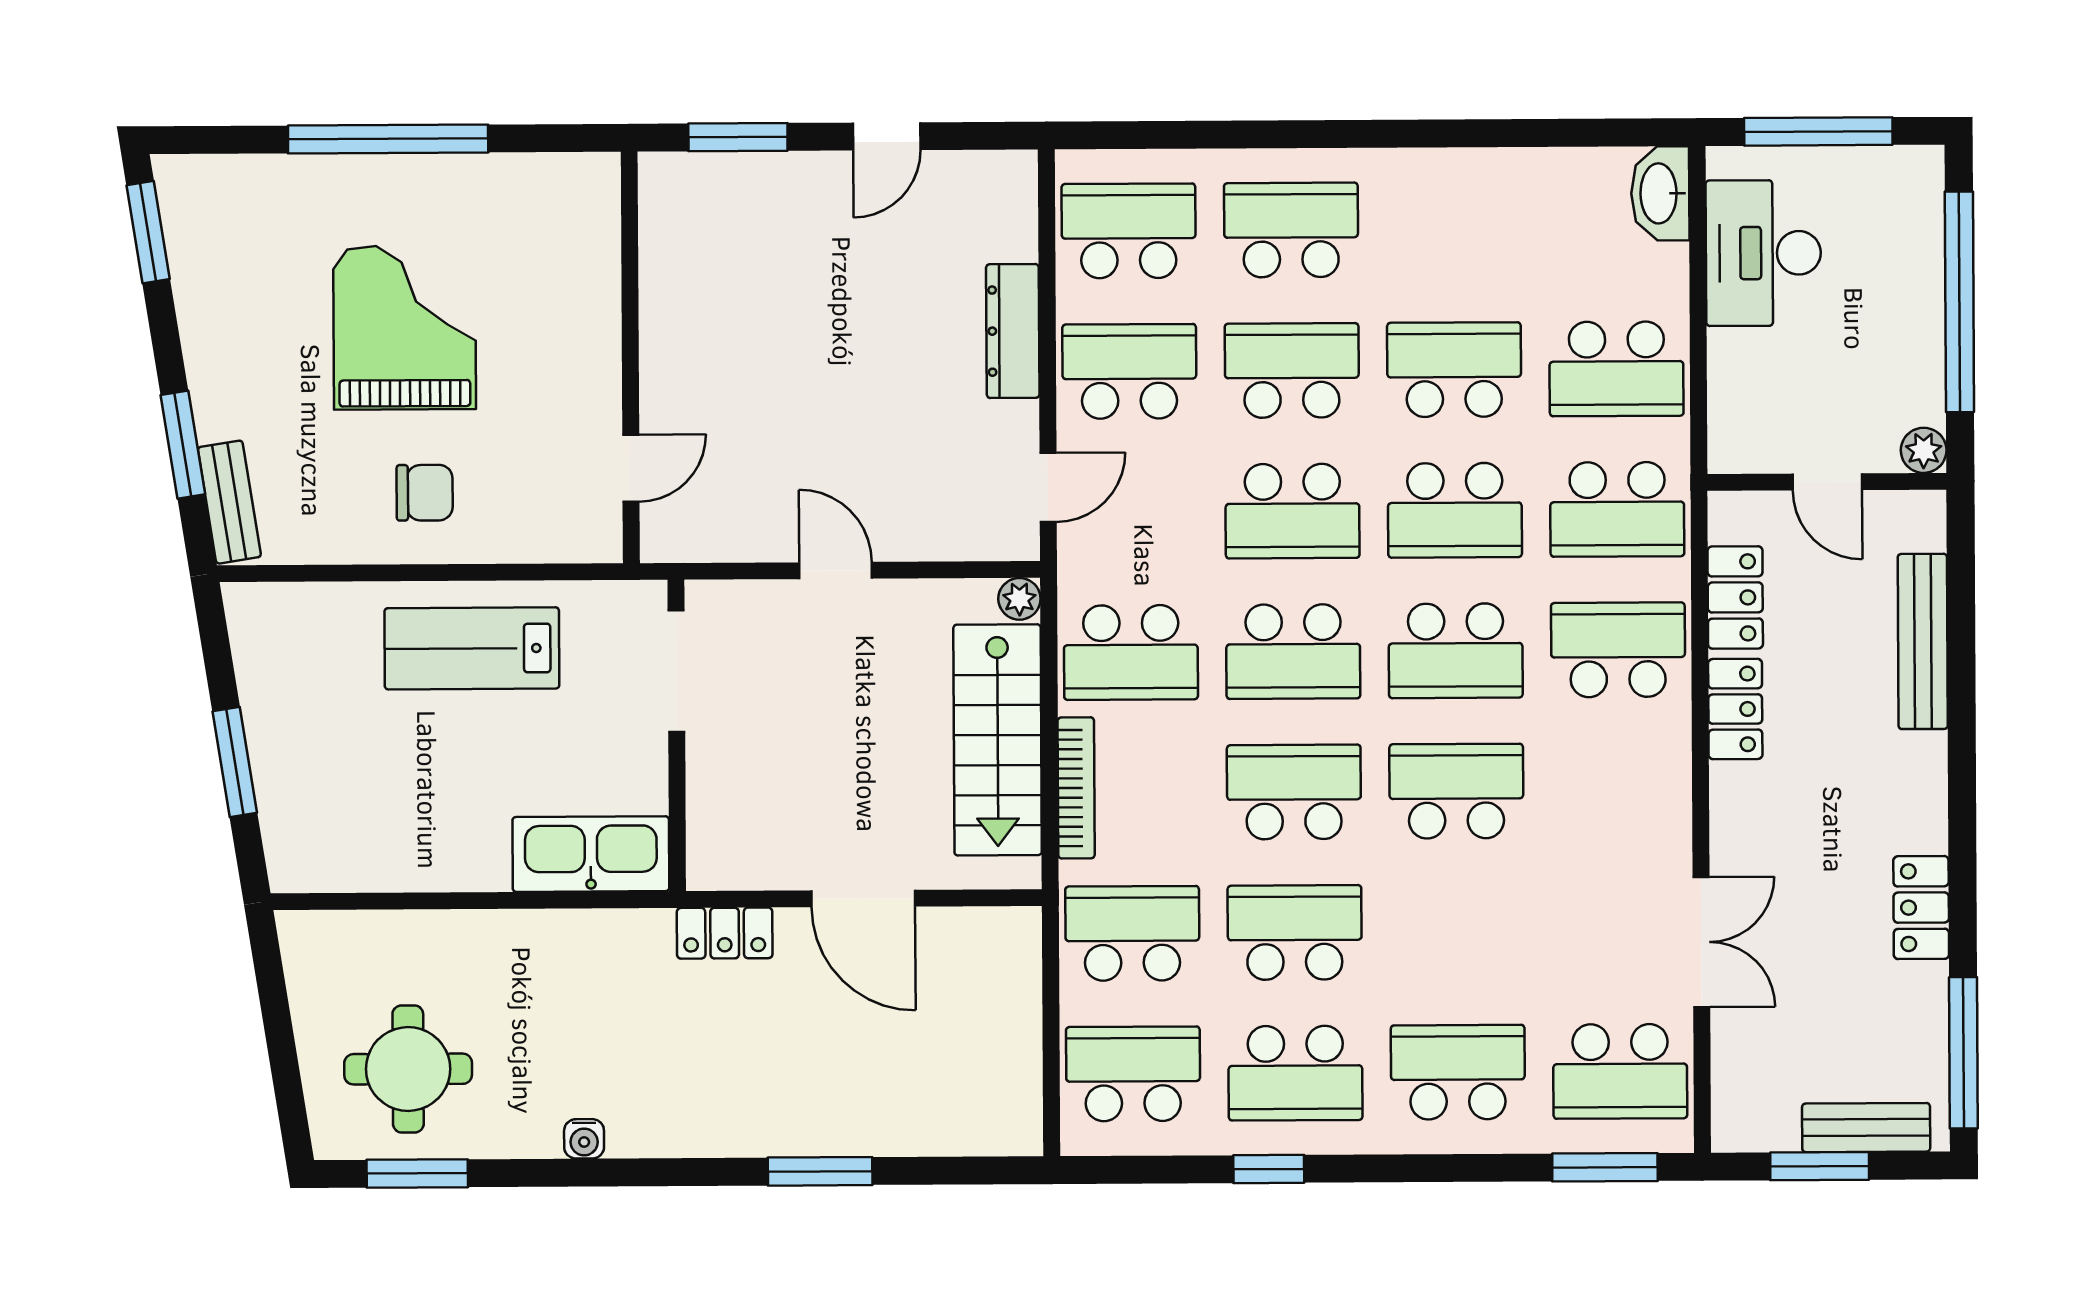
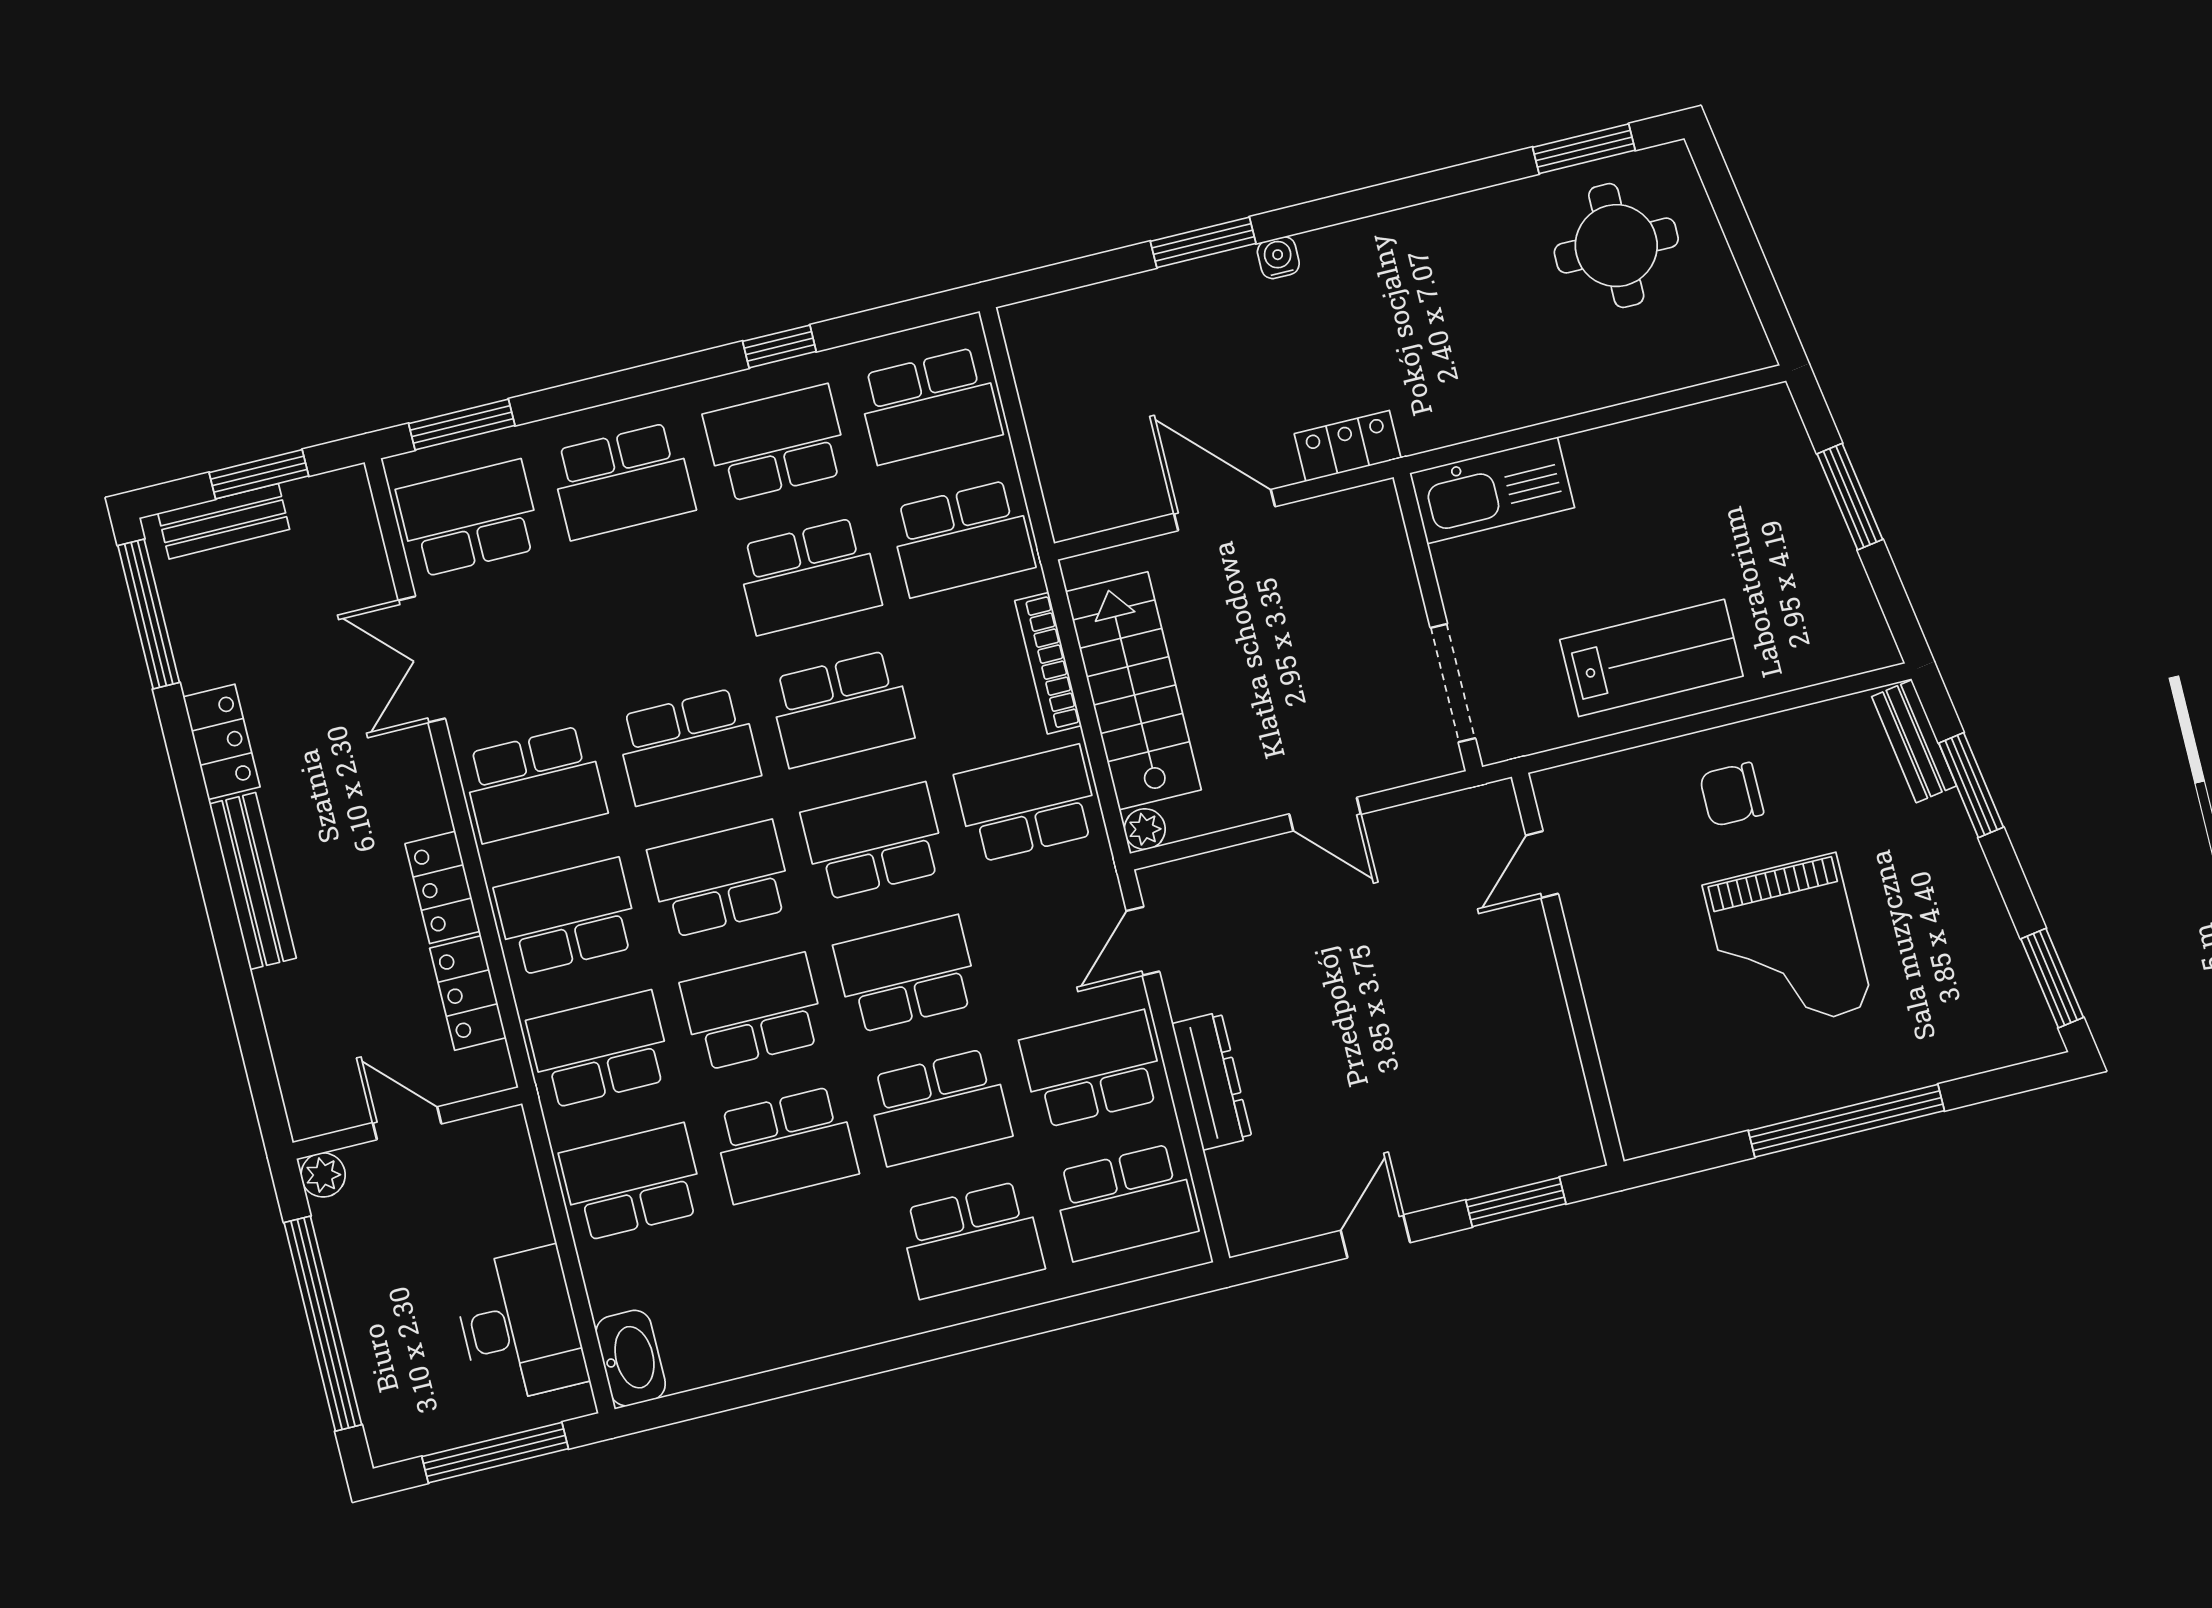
school desk: (1129, 371) -> (1092, 1069), turned 180
bench: (1923, 641) -> (253, 881), moved
school desk: (1618, 650) -> (567, 917), turned 180
school desk: (1619, 790) -> (534, 784), added
water cooler: (584, 1139) -> (1278, 258), moved

